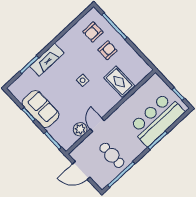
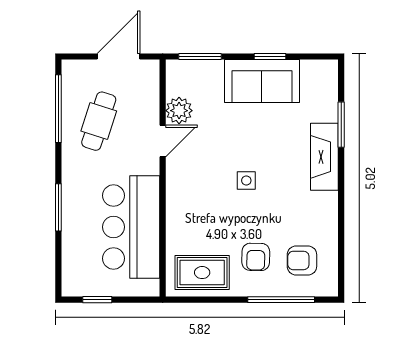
armchair: (93, 32) -> (302, 260), turned -90
rug: (119, 82) -> (202, 273), moved
bar counter: (157, 119) -> (131, 227), moved, turned 180
door: (97, 125) -> (163, 141), hinge flipped
cafe table: (112, 155) -> (99, 121), turned -72

